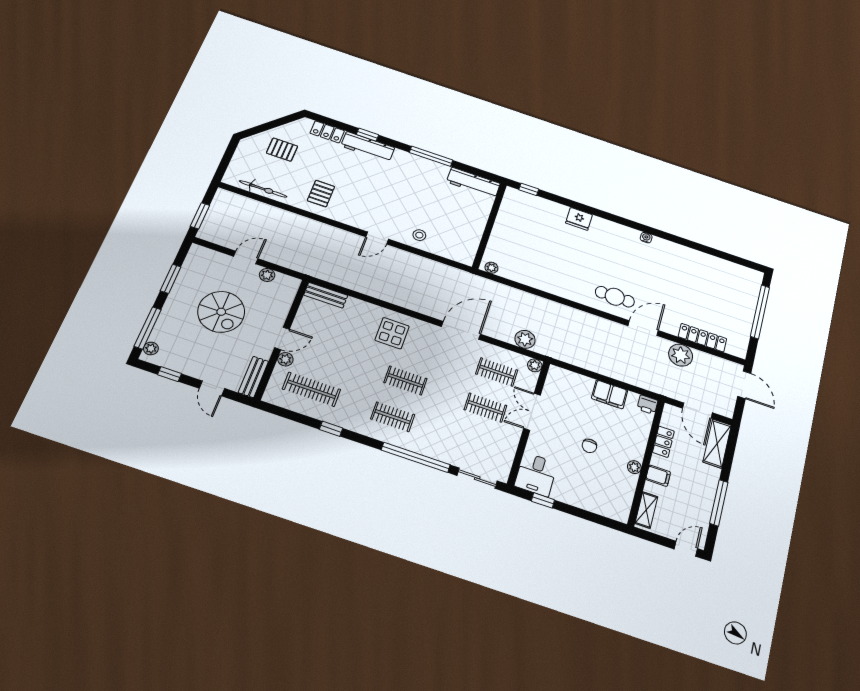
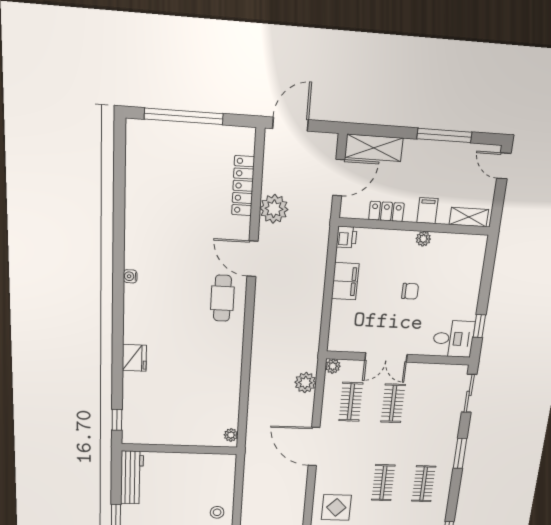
window: (416, 457) -> (460, 453), width x0.47

